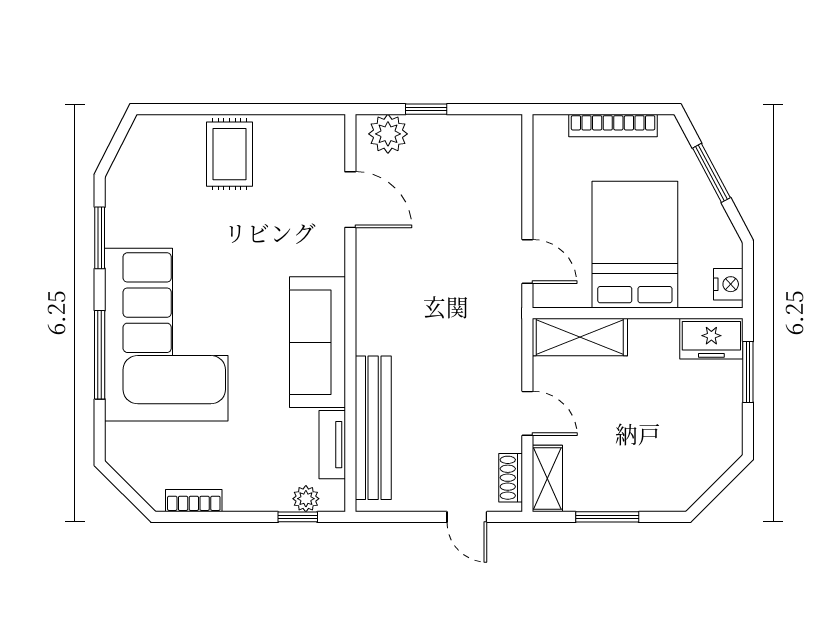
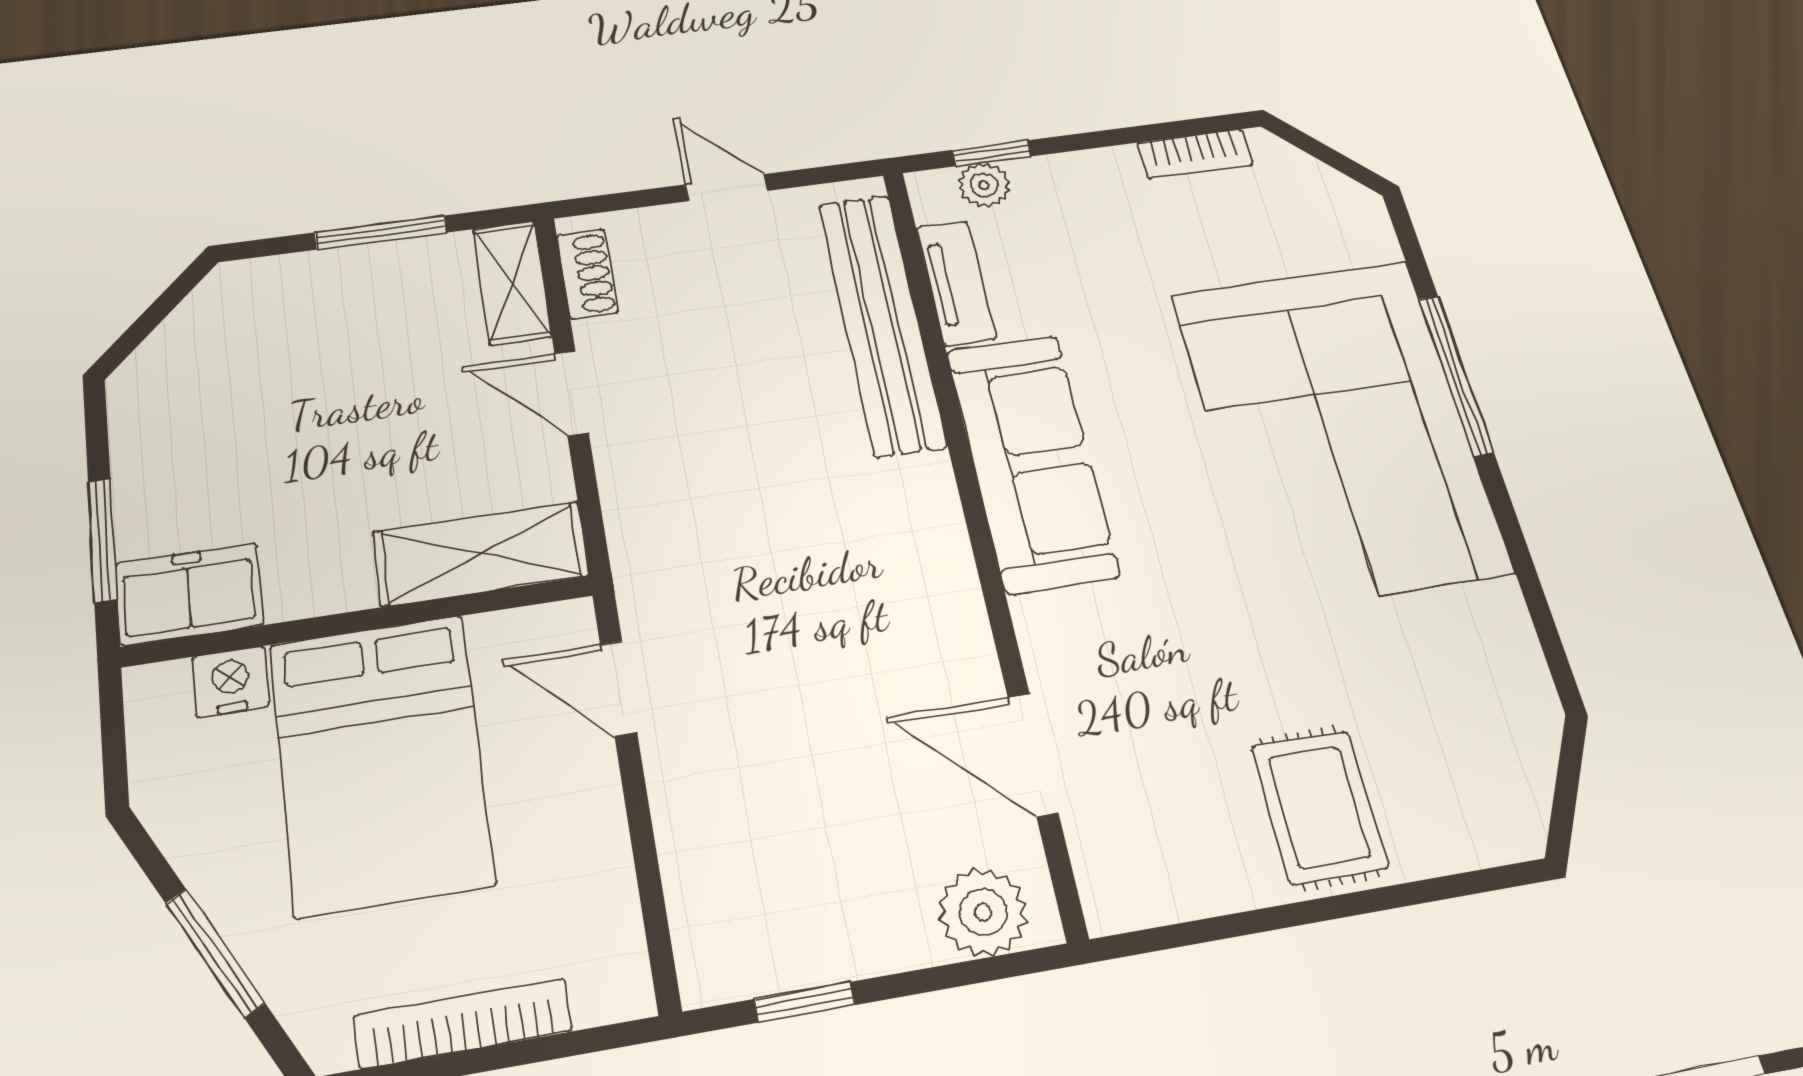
window: (426, 109) -> (805, 1002), moved
window: (100, 238) -> (1533, 592), removed
nightstand: (728, 284) -> (230, 682), moved, turned 90
door: (467, 517) -> (727, 188), moved

